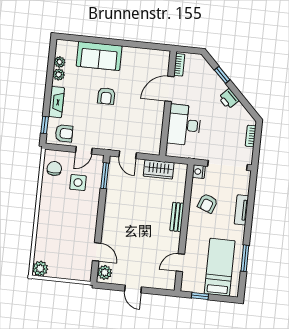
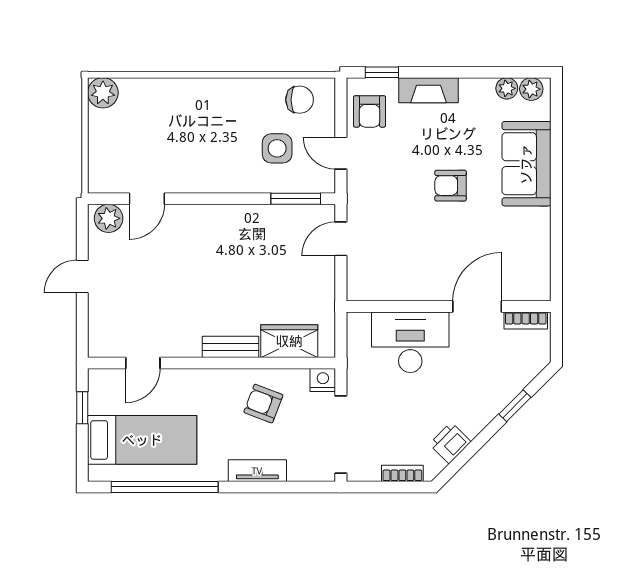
plant: (59, 75) -> (531, 89), moved
door: (169, 89) -> (477, 306), hinge flipped
printer: (229, 99) -> (450, 443), moved
wardrobe: (159, 169) -> (289, 341), moved, turned 90
window: (245, 258) -> (165, 487), width x2.11
door: (180, 263) -> (143, 363), swing flipped

